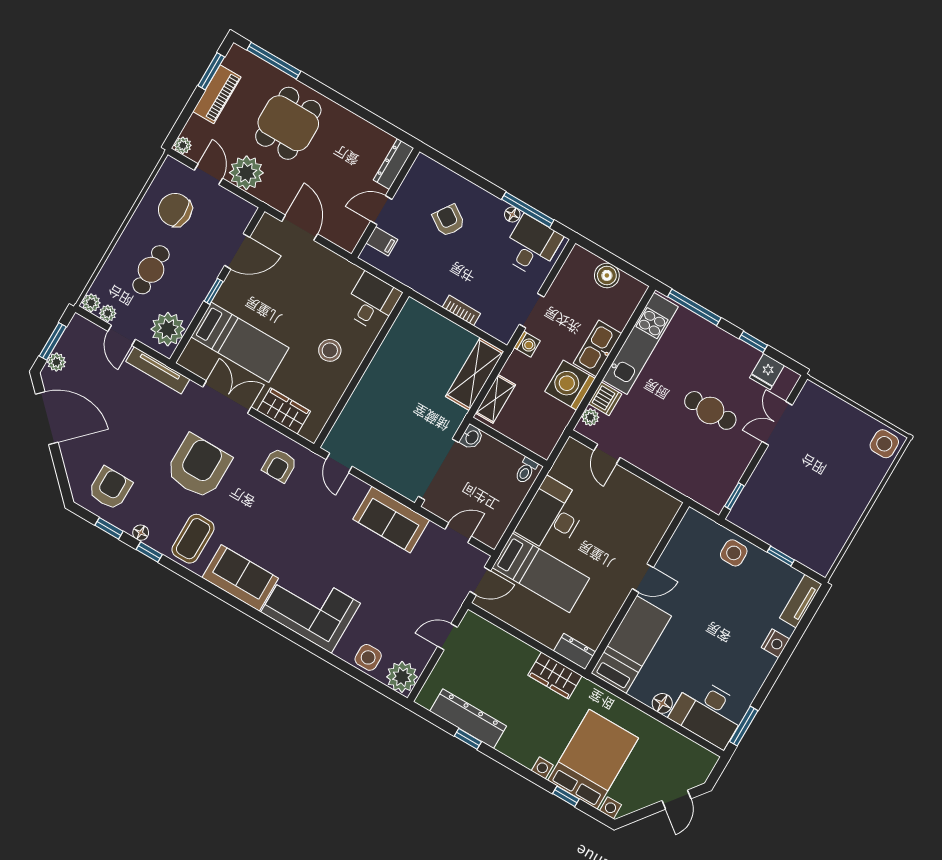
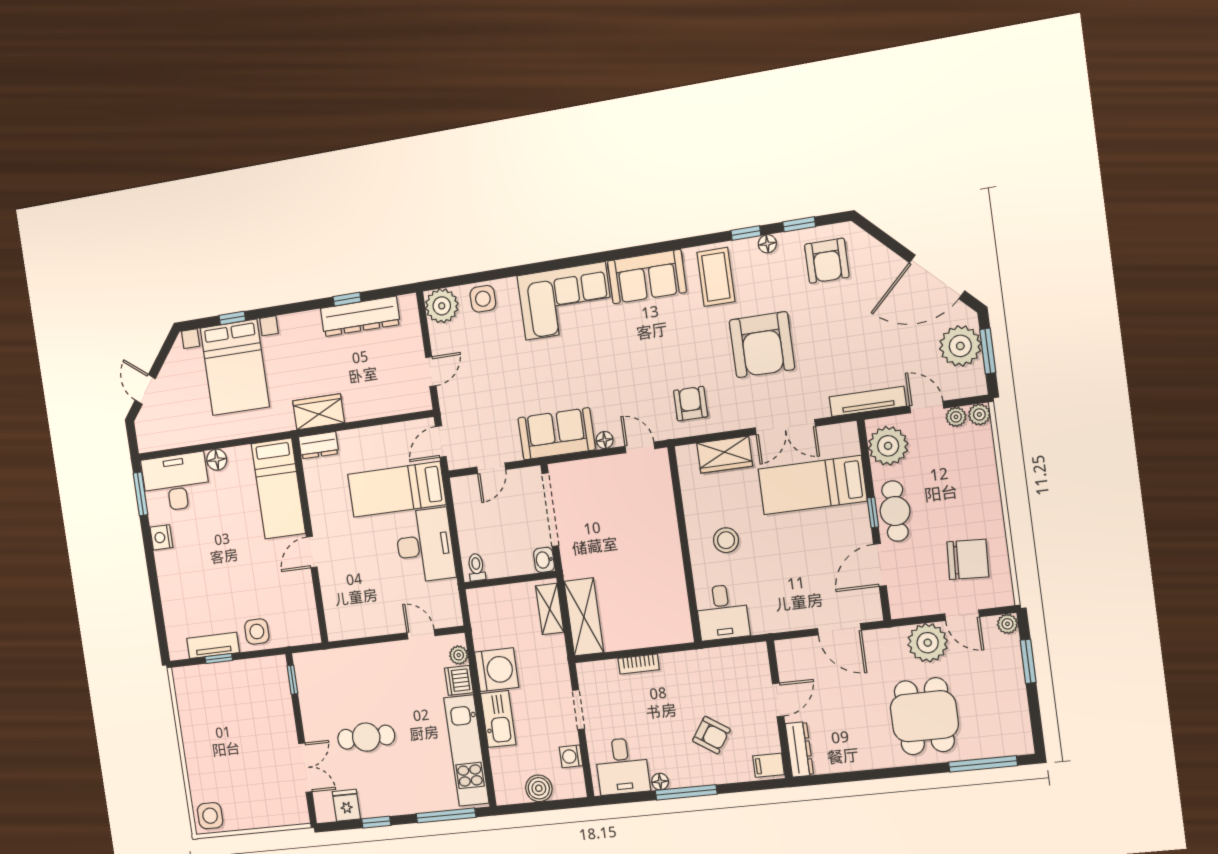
window: (211, 71) -> (1028, 661), moved
piano: (217, 94) -> (1012, 694), removed
window: (528, 210) -> (686, 792), moved
filing cabinet: (382, 241) -> (768, 765), moved
cafe table: (151, 270) -> (895, 511), moved
washing machine: (527, 344) -> (571, 756), moved
plant: (57, 362) -> (960, 346), width x1.88, depth x1.88
floor lamp: (360, 488) -> (605, 440), added
tv unit: (801, 601) -> (213, 645), moved, turned -90
nightstand: (775, 643) -> (161, 537), moved

